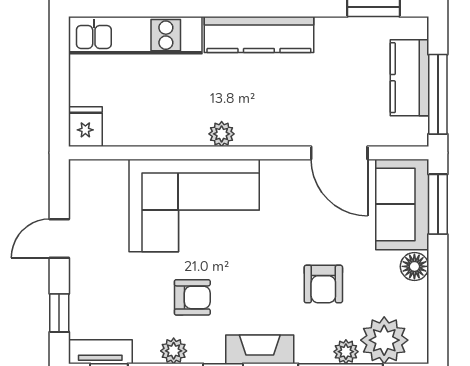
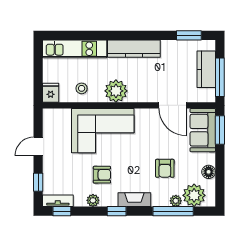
stool: (150, 118) -> (82, 88), added
plant: (222, 134) -> (116, 91), width x1.87, depth x1.87
floor lamp: (414, 266) -> (209, 172), moved

